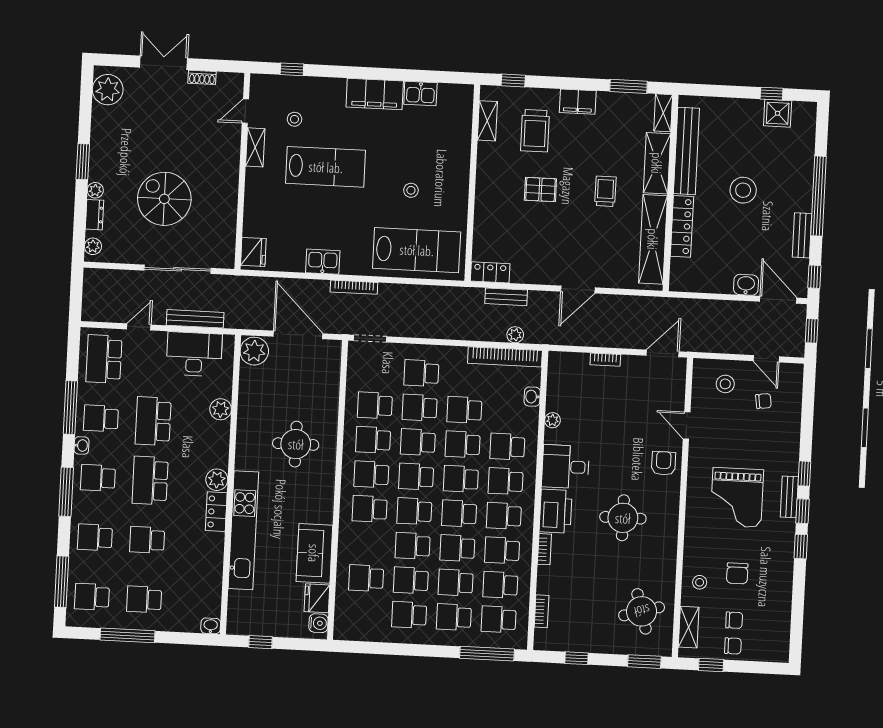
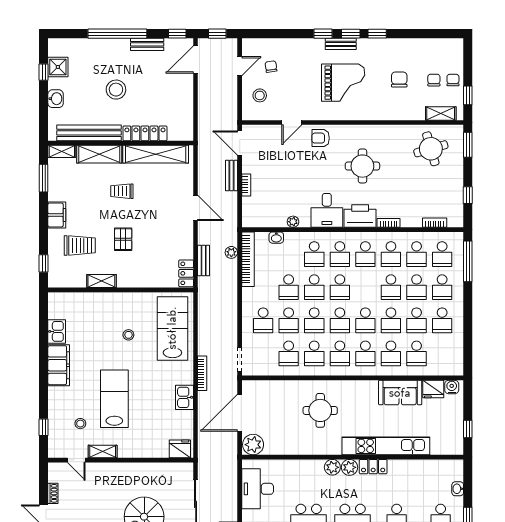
shelving: (487, 121) -> (101, 281), moved
washbasin: (746, 285) -> (56, 99), moved, turned 180
bench: (195, 319) -> (231, 176), moved, width x0.73
plant: (221, 409) -> (332, 467), moved
school desk: (459, 513) -> (391, 353), moved
chair: (737, 573) -> (399, 80), turned -90
stool: (700, 582) -> (407, 107), removed
washbasin: (211, 626) -> (458, 489), moved

